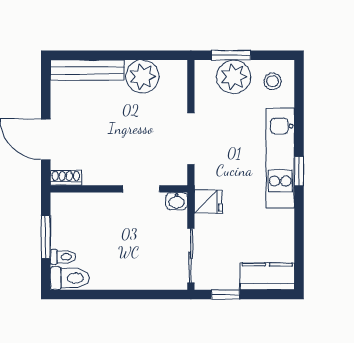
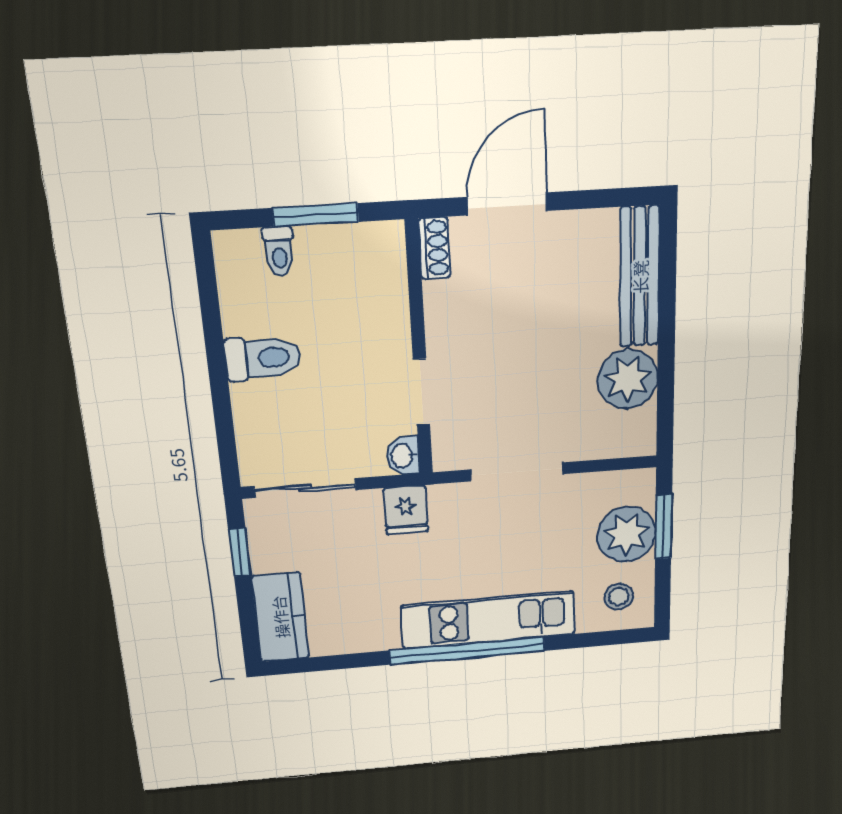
window: (299, 171) -> (467, 651), width x3.17
toilet: (70, 278) -> (263, 358), moved, turned -90

